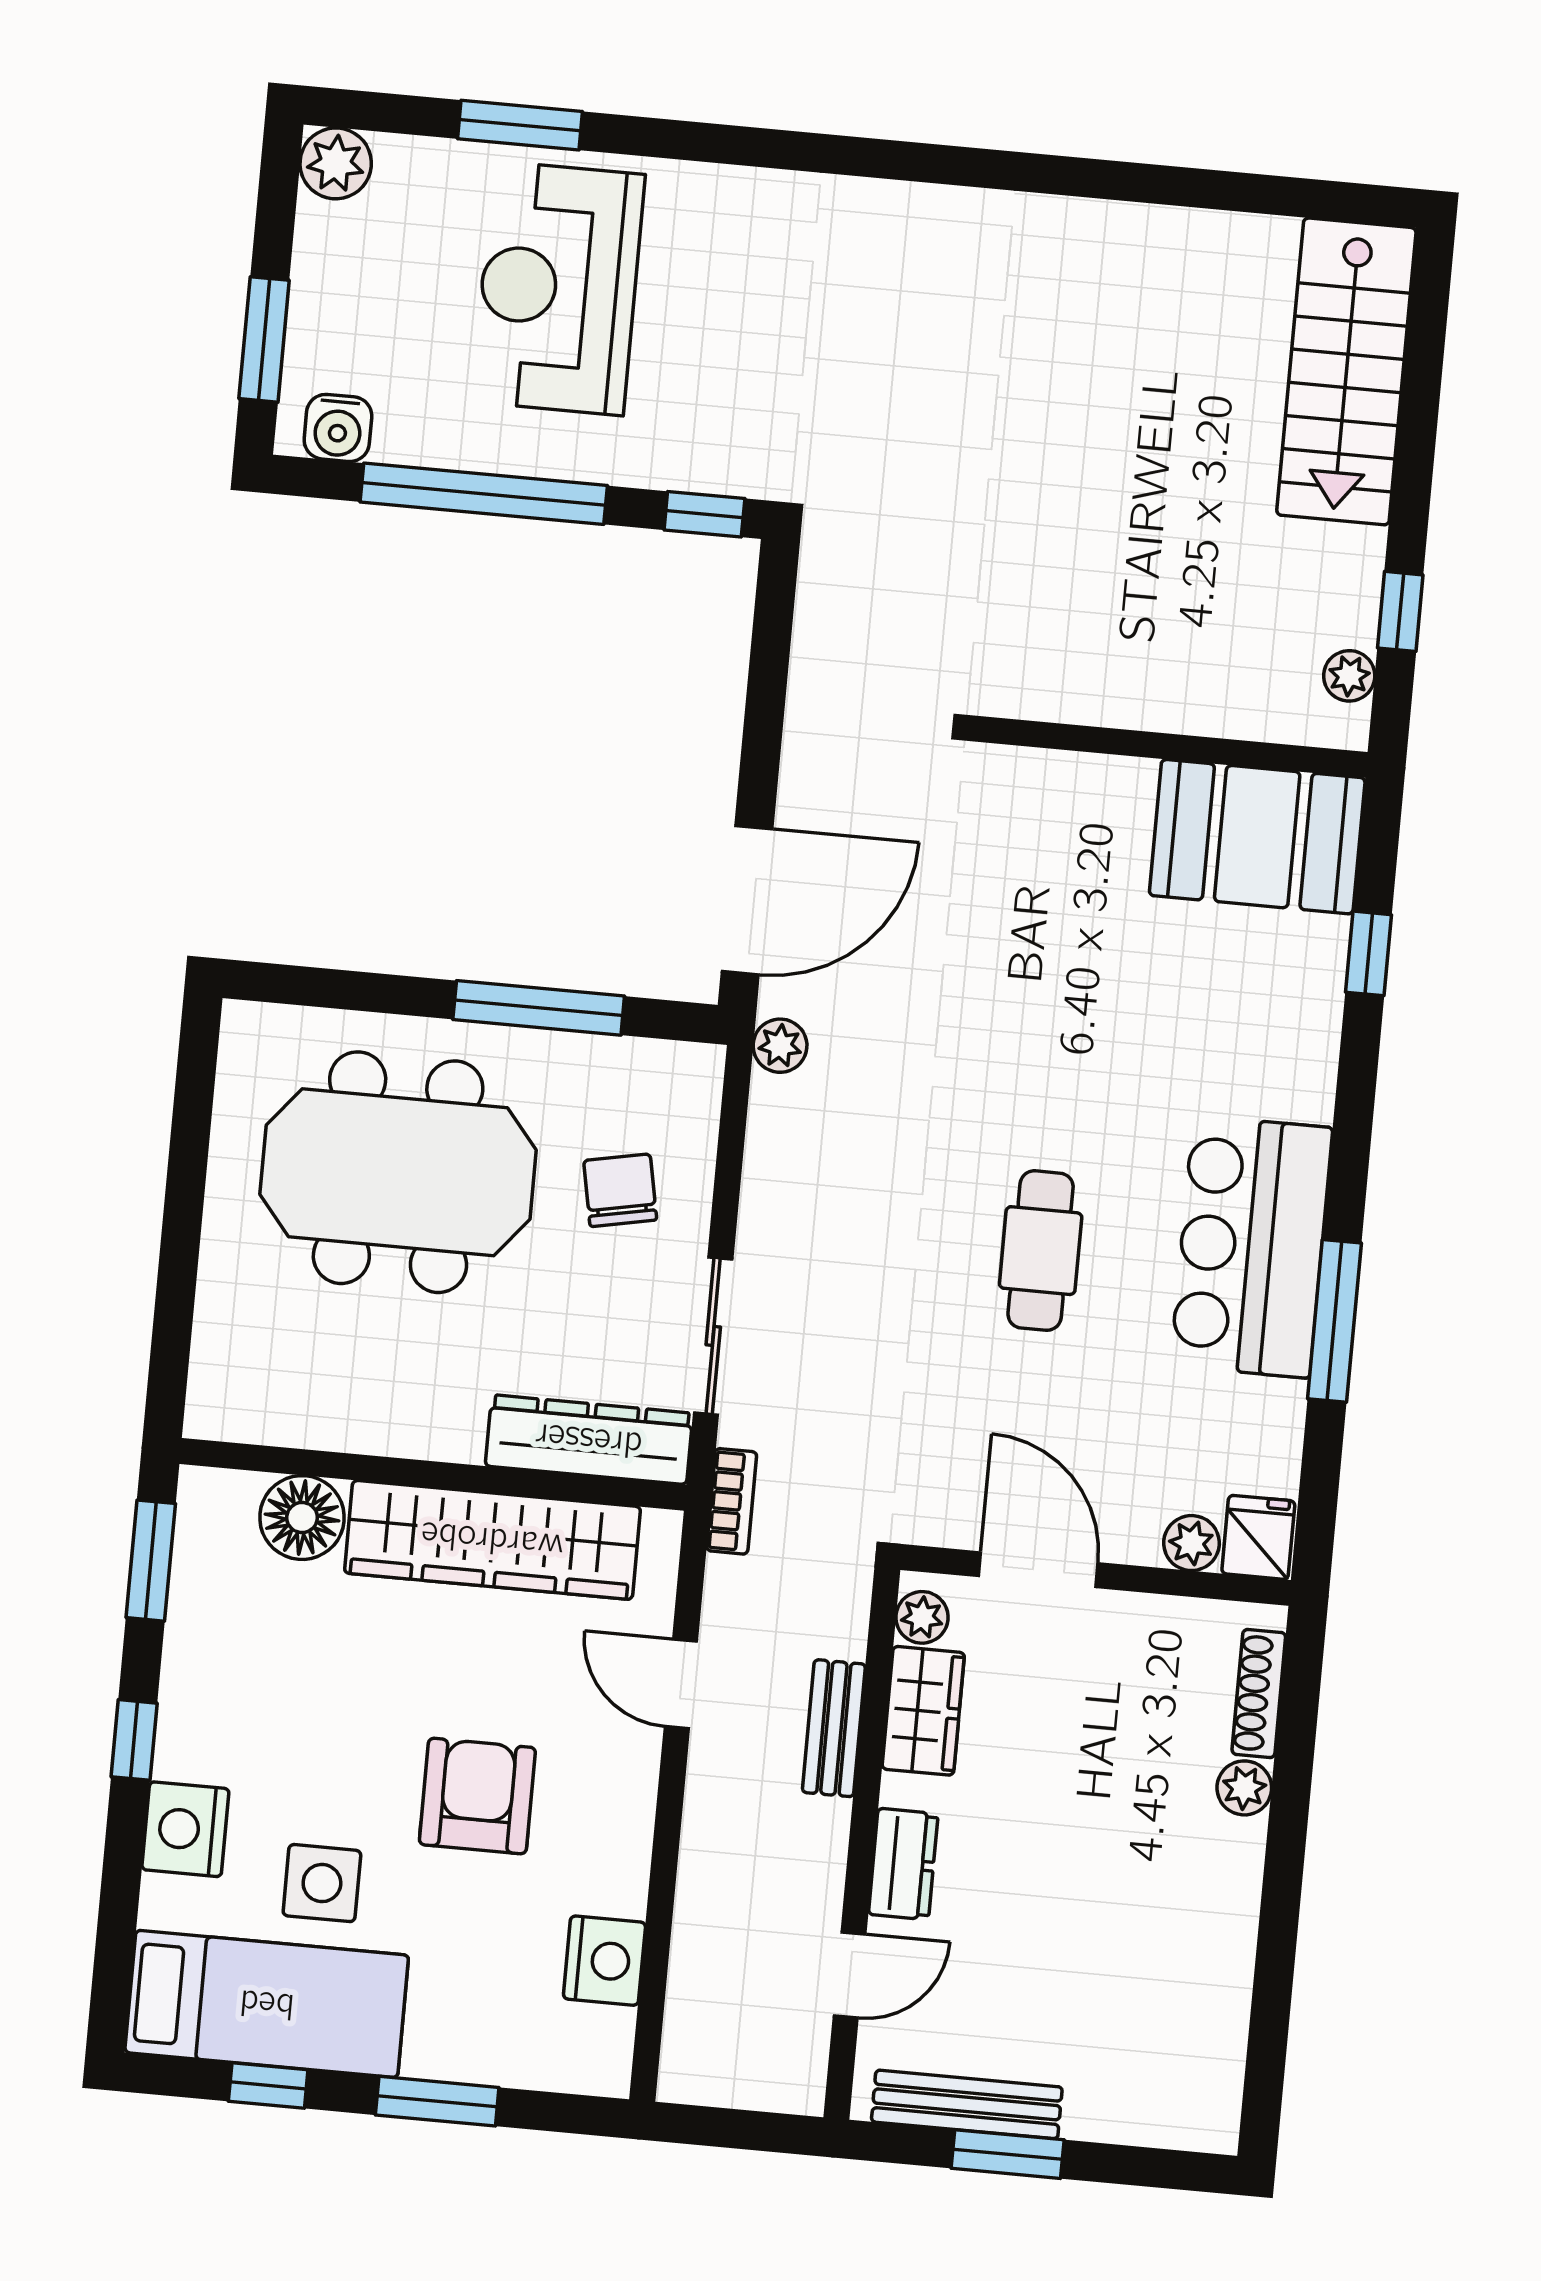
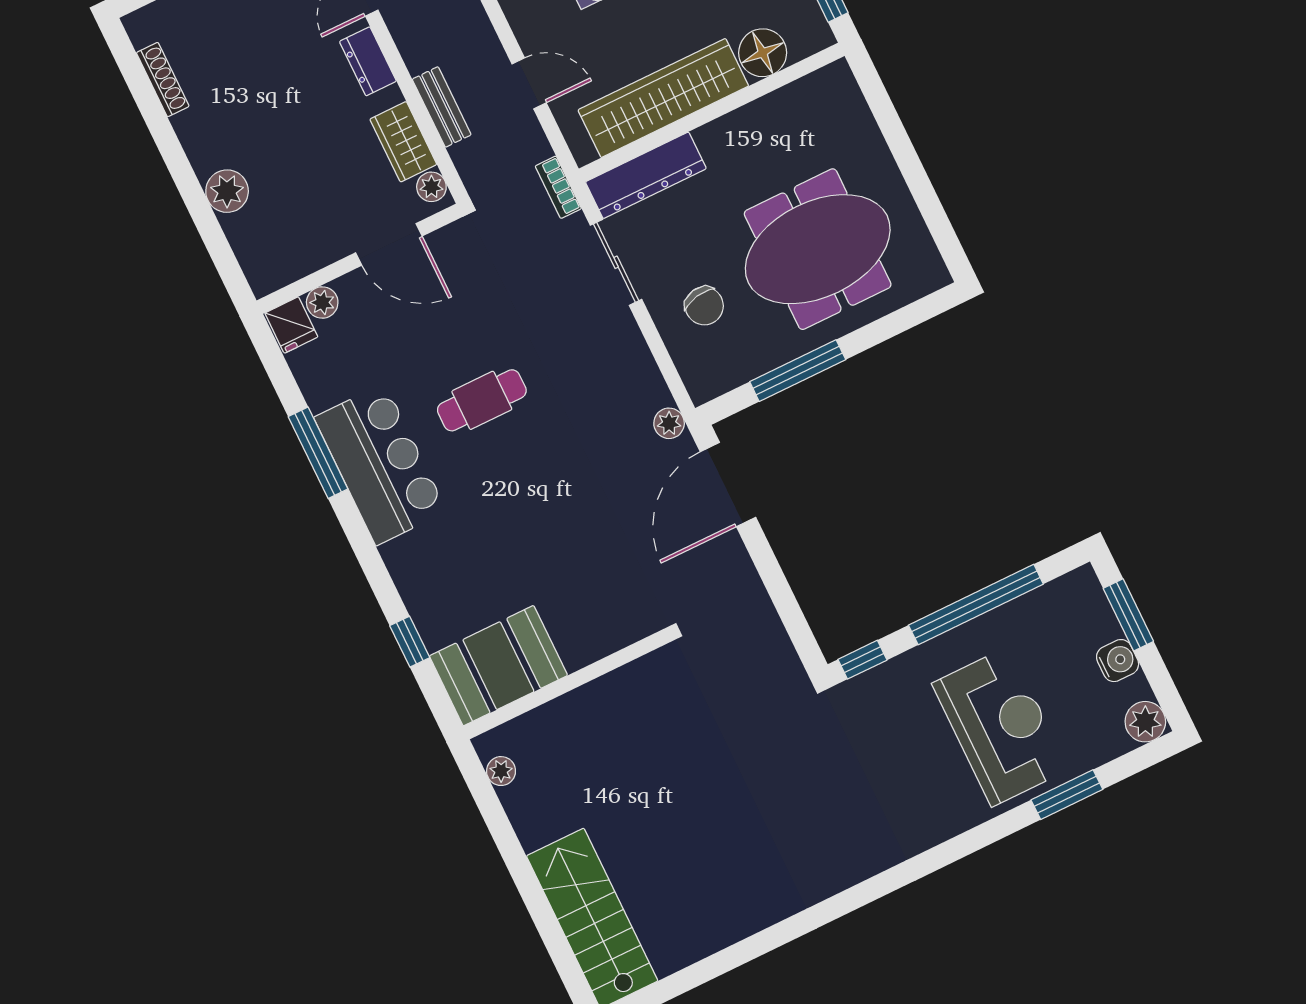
water cooler: (338, 428) -> (1118, 661), moved, turned 90
window: (1400, 611) -> (495, 817), removed
cafe table: (1041, 1251) -> (482, 400), turned 90
shoe rack: (1259, 1694) -> (163, 80), moved
plant: (1244, 1788) -> (227, 191), width x1.38, depth x1.38

